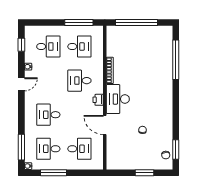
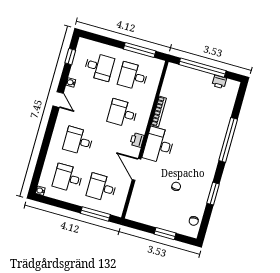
printer: (154, 31) -> (219, 82), added
desk: (79, 47) -> (133, 76), turned 180
window: (176, 60) -> (228, 140), moved
door: (21, 84) -> (58, 100), hinge flipped
window: (21, 147) -> (39, 168), removed
desk: (79, 149) -> (102, 188), turned 180
window: (176, 149) -> (213, 194), moved
window: (53, 173) -> (95, 214), moved

